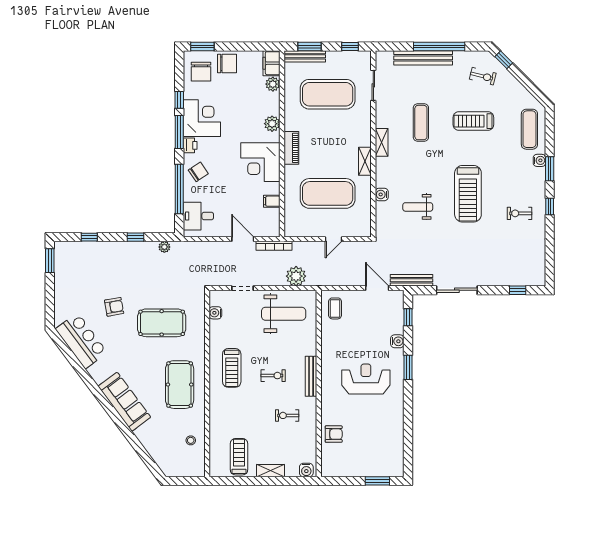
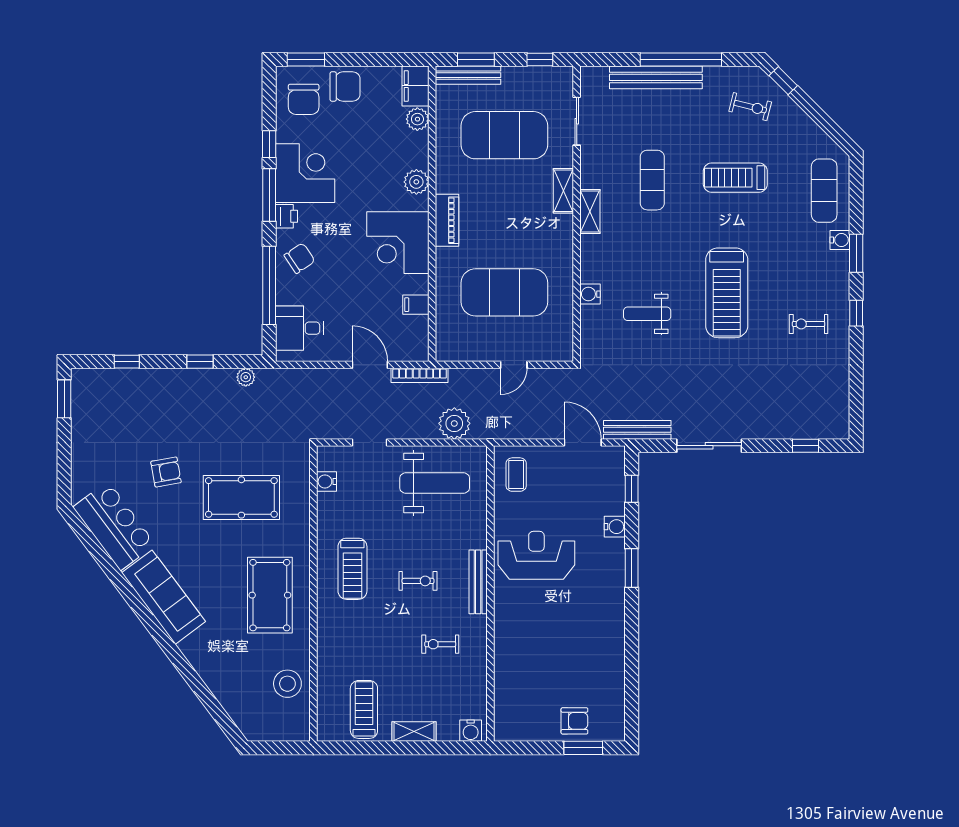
shelving: (365, 161) -> (563, 191), moved
reception desk: (366, 379) -> (536, 555), moved
sofa: (124, 402) -> (164, 597), moved
armchair: (334, 434) -> (574, 721), moved
stool: (191, 440) -> (287, 684), width x1.89, depth x1.89

